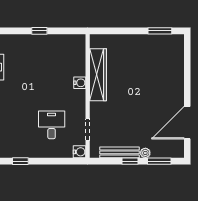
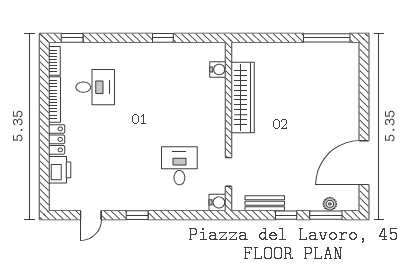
window: (160, 31) -> (327, 38), width x1.44
water cooler: (80, 83) -> (218, 69), moved
bench: (120, 152) -> (265, 203), width x0.73
plant: (145, 153) -> (330, 204), moved

